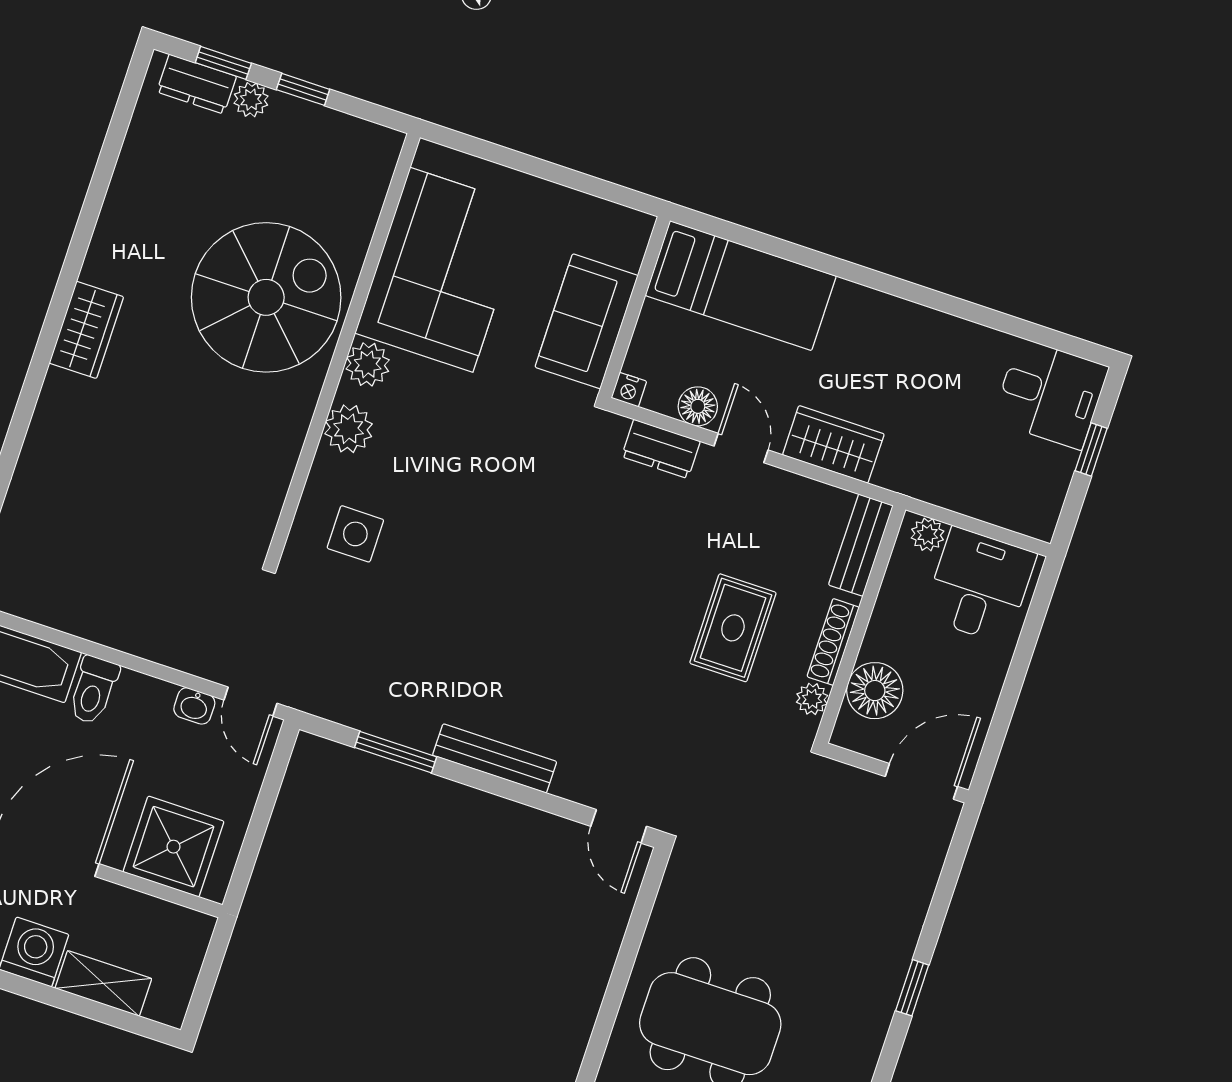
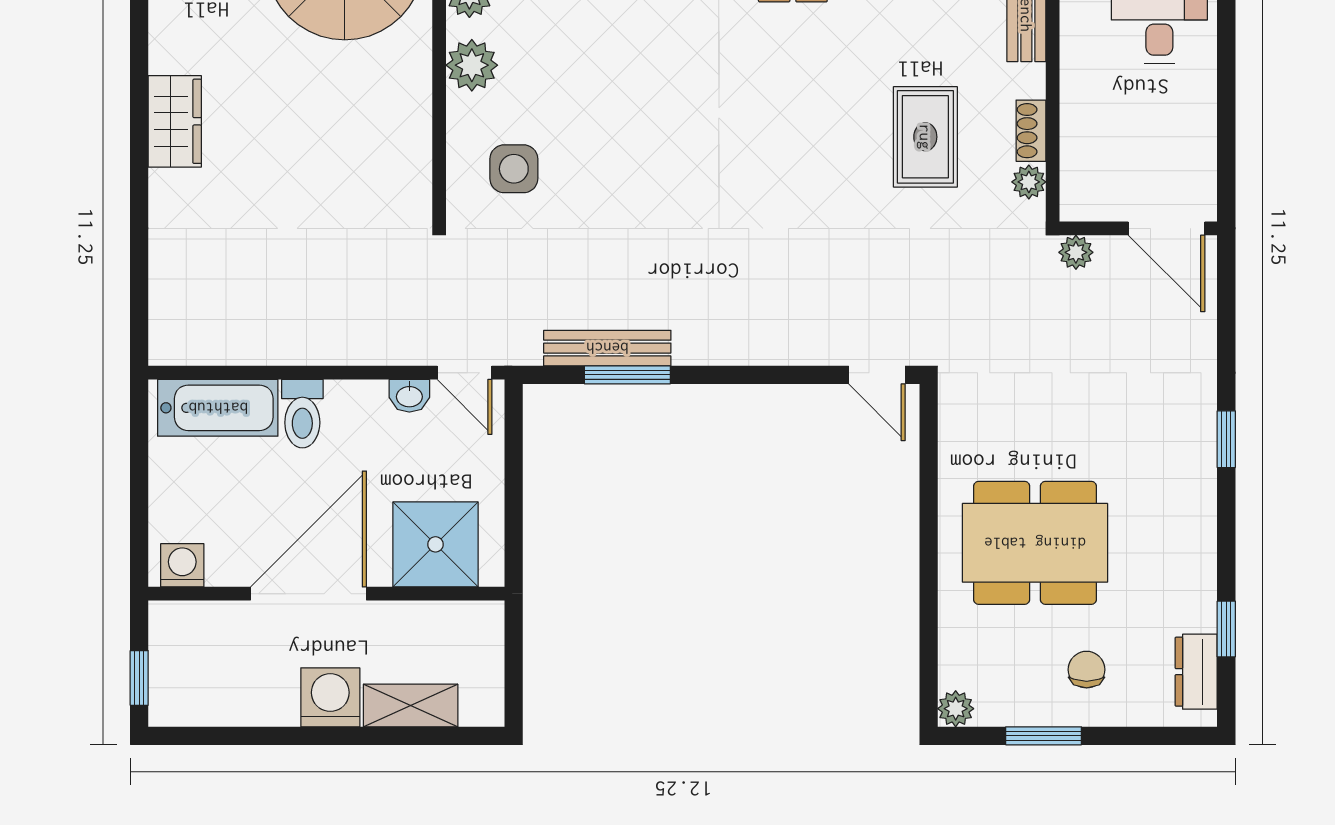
wardrobe: (86, 330) -> (175, 121), moved
shoe rack: (833, 642) -> (1031, 131), width x0.70
floor lamp: (875, 691) -> (1089, 153), removed
bench: (495, 758) -> (607, 348), moved
plant: (833, 776) -> (1076, 252), added
door: (921, 781) -> (1167, 228), swing flipped

